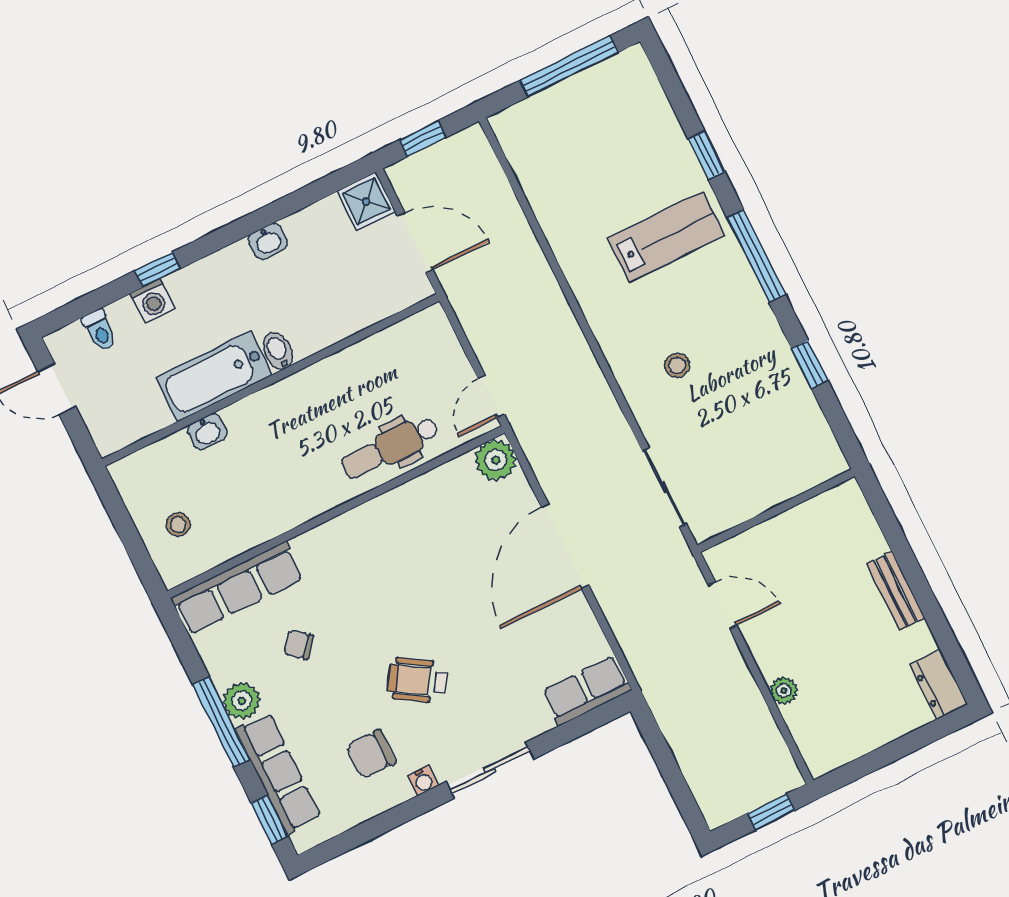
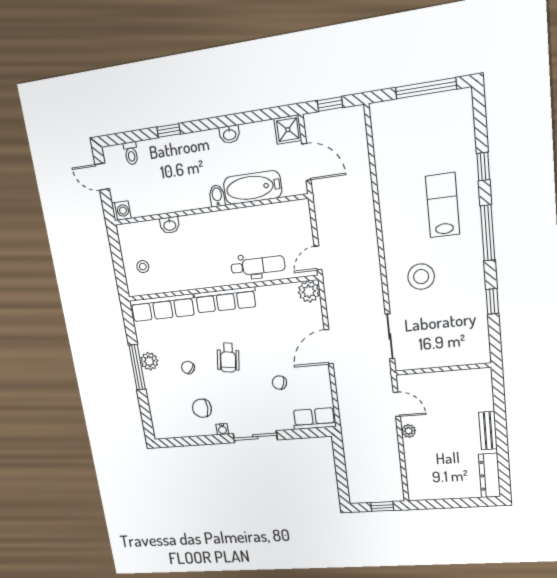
lab bench: (666, 237) -> (443, 205), turned -90
washing machine: (152, 301) -> (121, 211), moved, turned -90
stool: (677, 365) -> (421, 277), width x1.89, depth x1.89
bathtub: (214, 376) -> (253, 187), moved
dental chair: (390, 447) -> (258, 266), turned 180
door: (565, 546) -> (329, 347), width x0.73
chair: (299, 645) -> (188, 367), moved
chair: (500, 647) -> (279, 383), added
wheelchair: (417, 680) -> (228, 358), moved, turned -114
dresser: (939, 685) -> (490, 475), width x1.44
plant: (784, 691) -> (409, 431), moved
row of seats: (278, 773) -> (226, 300), moved, turned 90
window: (270, 819) -> (147, 419), removed

